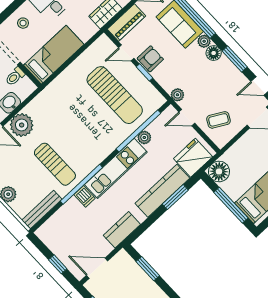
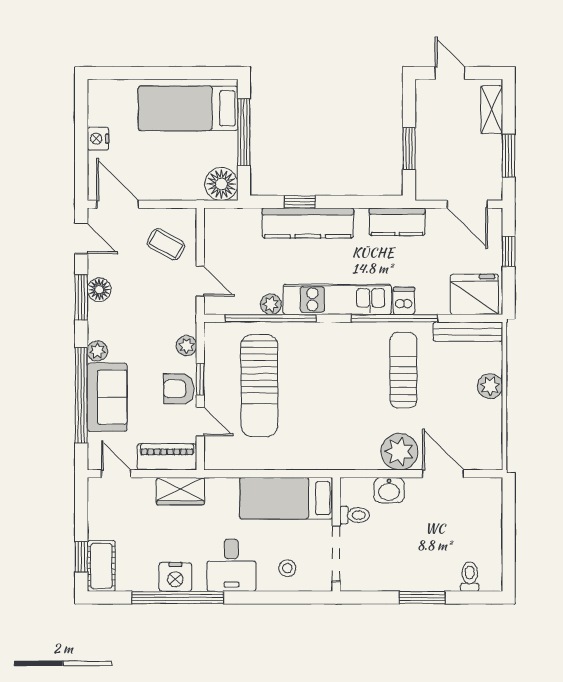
floor lamp: (214, 53) -> (99, 290), moved
sun lounger: (115, 95) -> (259, 386), turned 180
plant: (177, 95) -> (186, 346), moved
fridge: (193, 158) -> (474, 294), moved, turned 180
window: (175, 197) -> (300, 202), width x0.67

